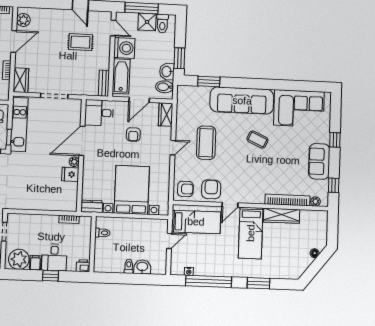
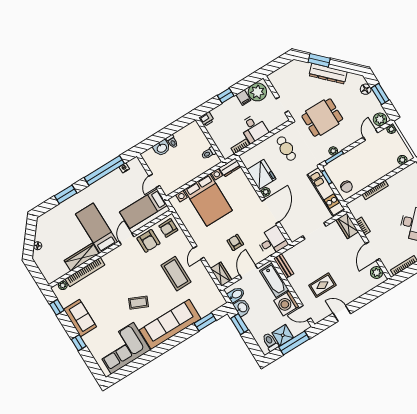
fridge: (70, 174) -> (261, 174), width x1.88, depth x1.34
cafe table: (28, 189) -> (286, 149), added
desk: (54, 257) -> (254, 128), moved, turned 180

